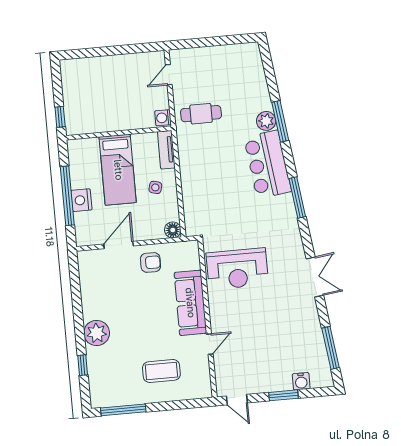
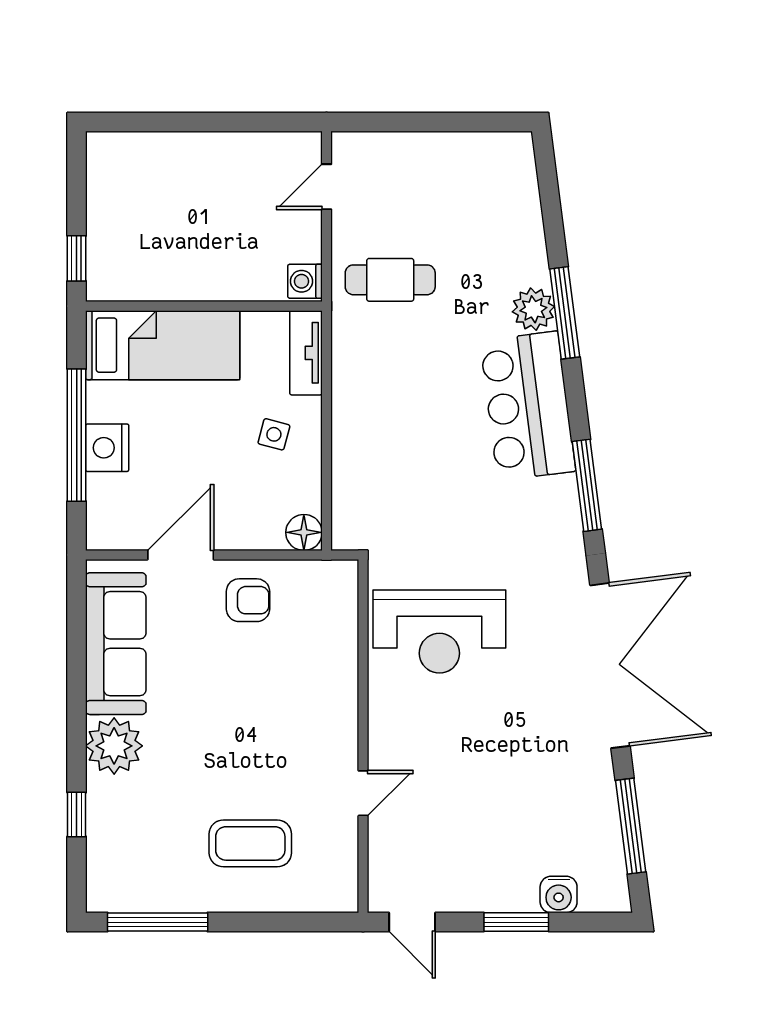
bed: (118, 170) -> (163, 345), moved, turned -90
double door: (315, 277) -> (610, 666), width x1.87
sofa: (190, 303) -> (116, 644), moved, turned 180

